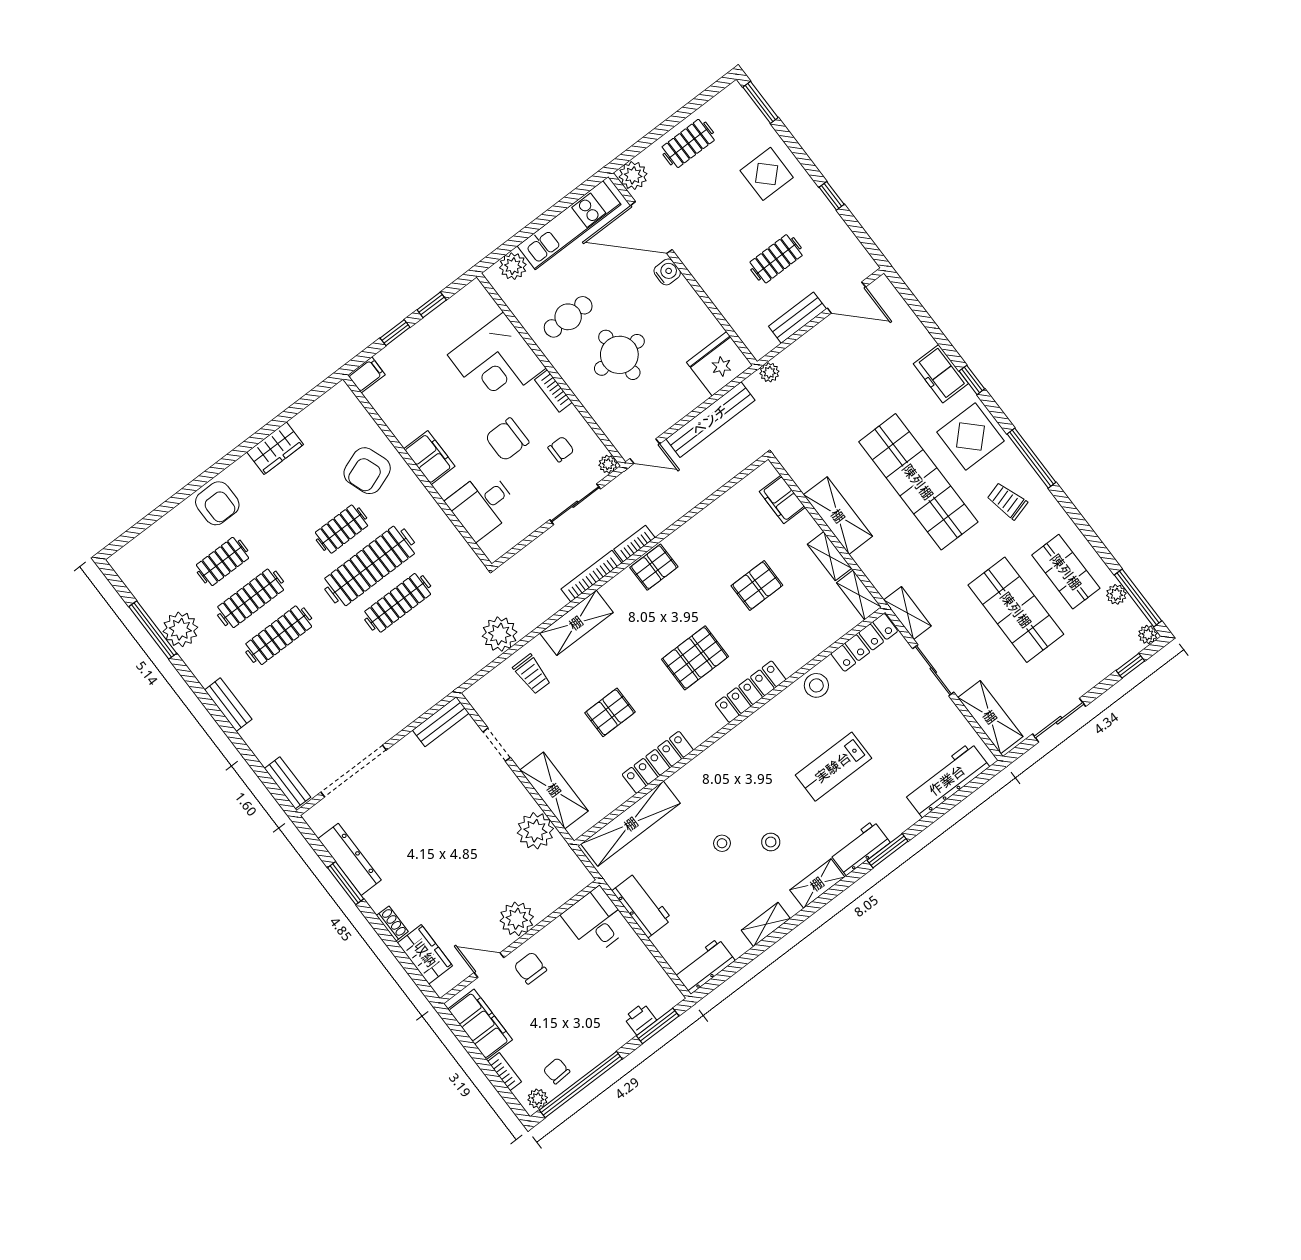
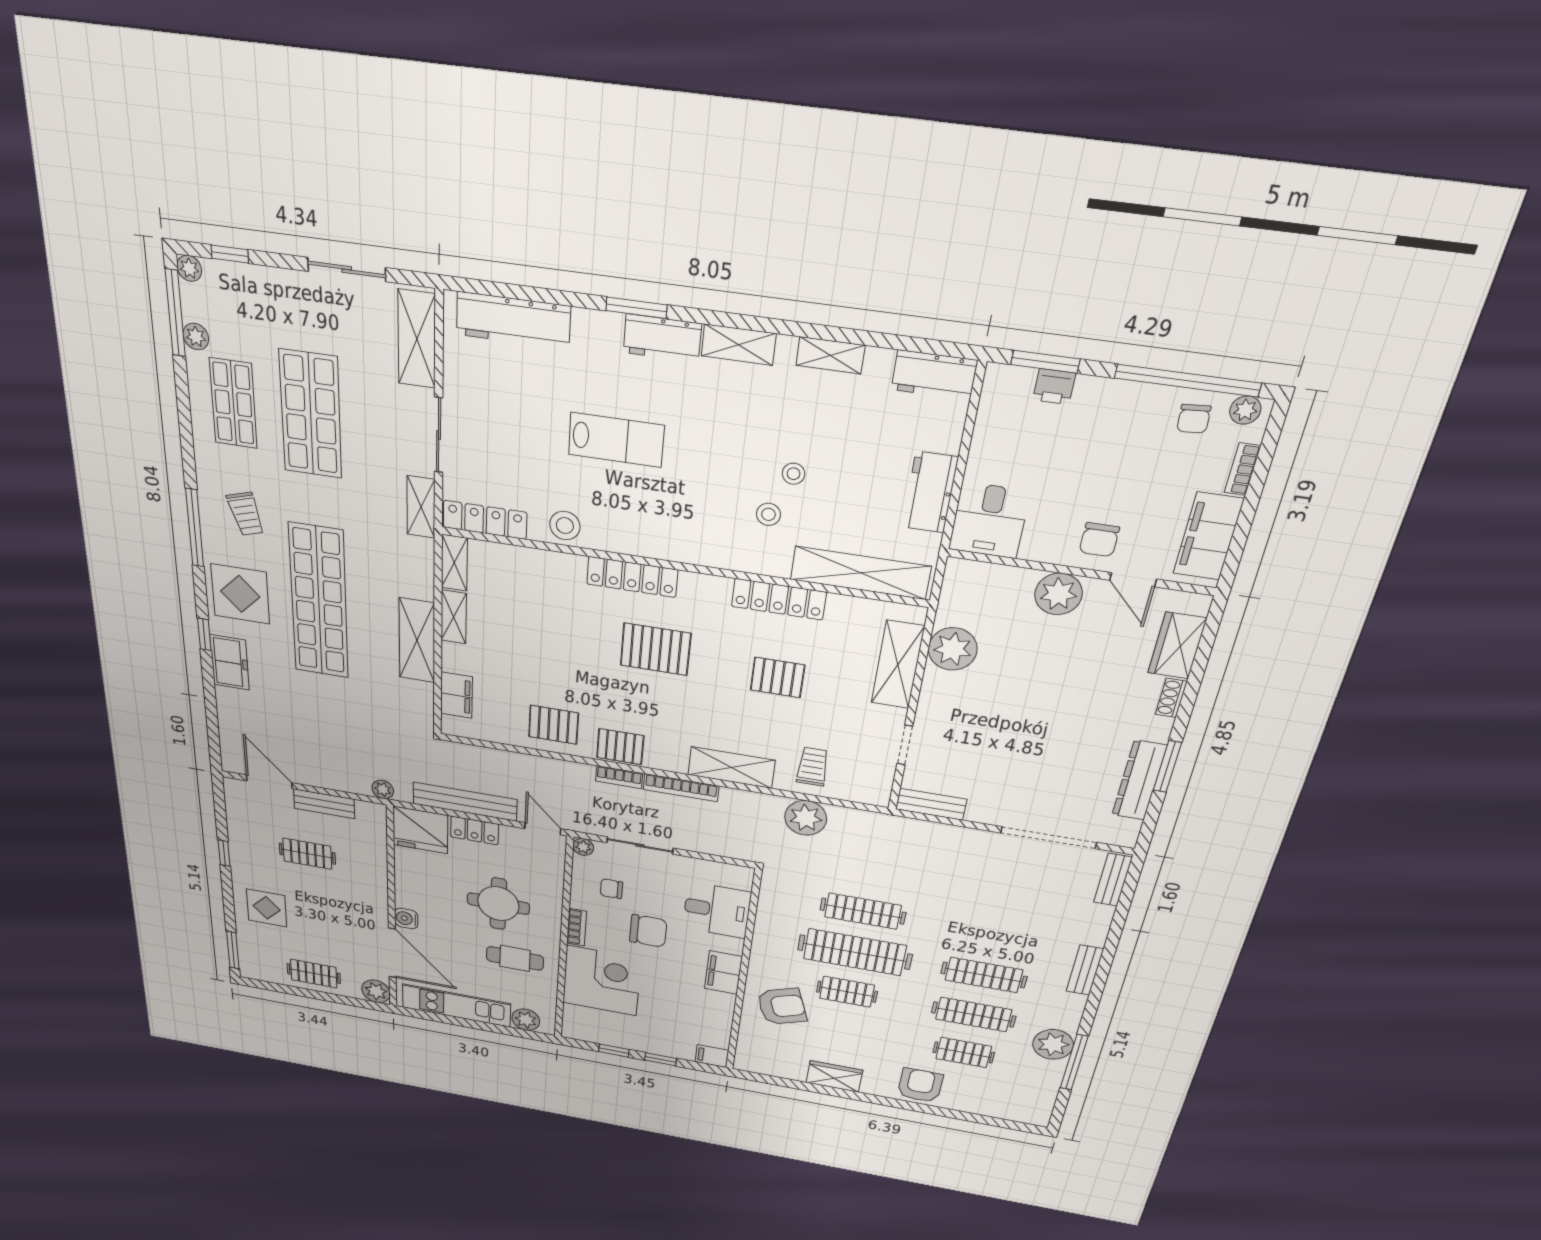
locker: (685, 402) -> (475, 830), added
pallet: (757, 585) -> (554, 725), moved
stool: (771, 842) -> (768, 514), moved

